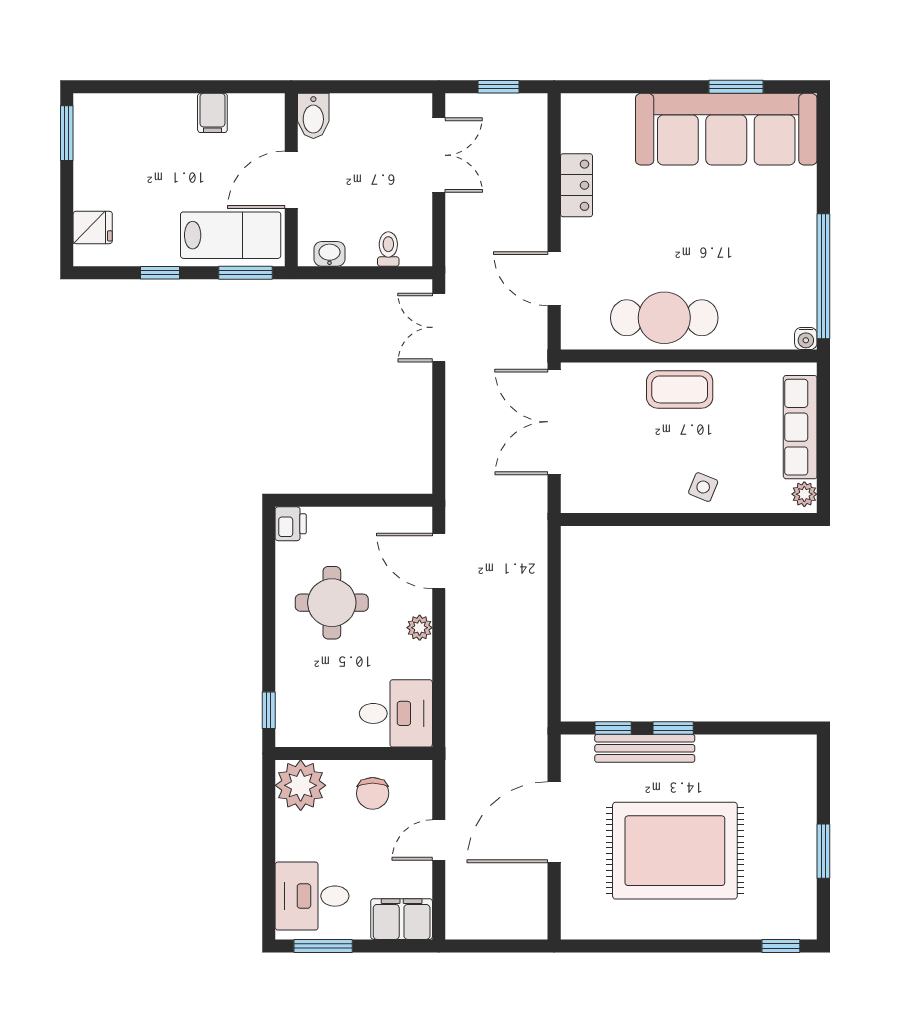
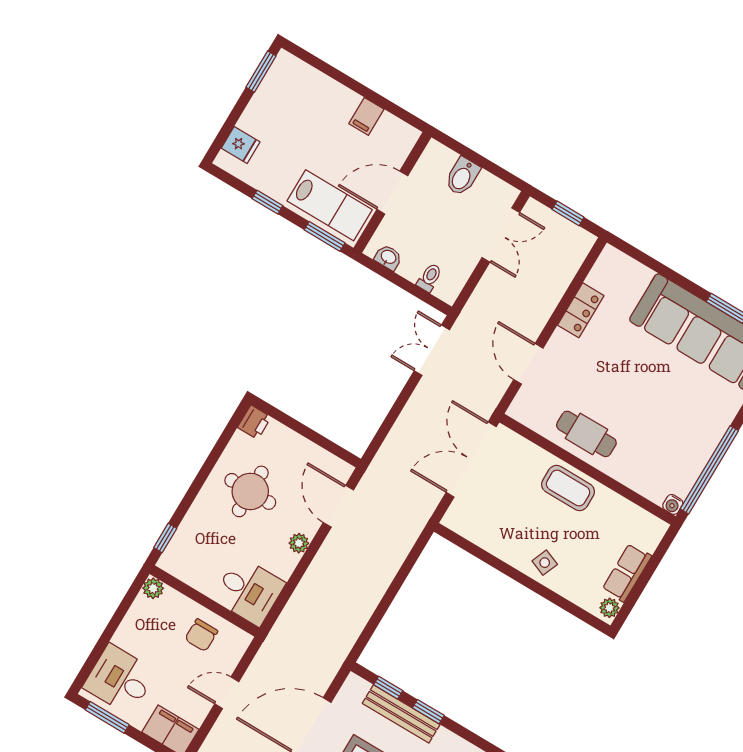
bidet: (313, 116) -> (462, 176), moved
cafe table: (664, 318) -> (586, 434), width x0.73, depth x0.74
row of seats: (800, 427) -> (627, 573), width x0.68
plant: (301, 785) -> (153, 588), width x0.53, depth x0.53

